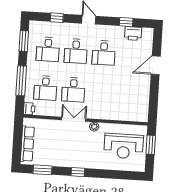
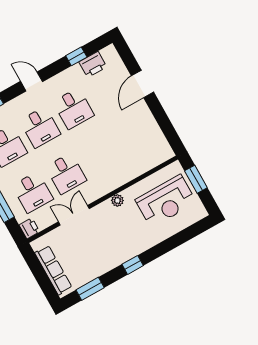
double door: (74, 119) -> (74, 215), moved

